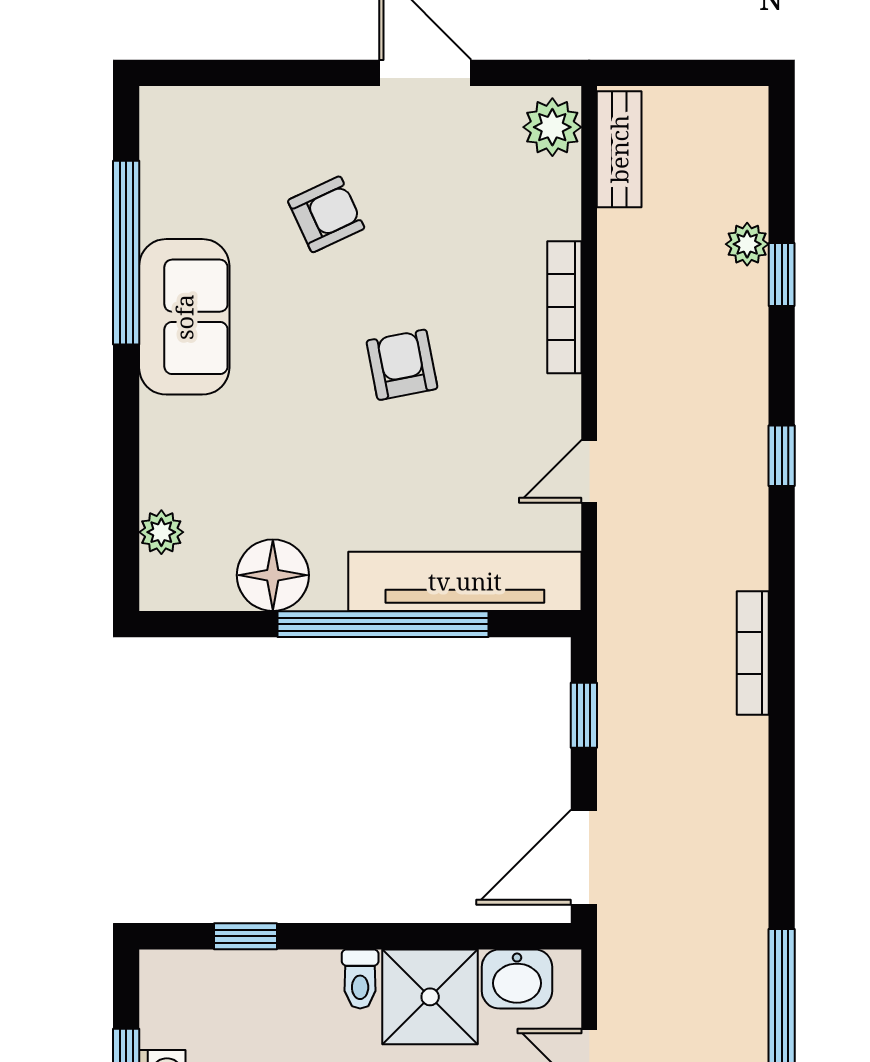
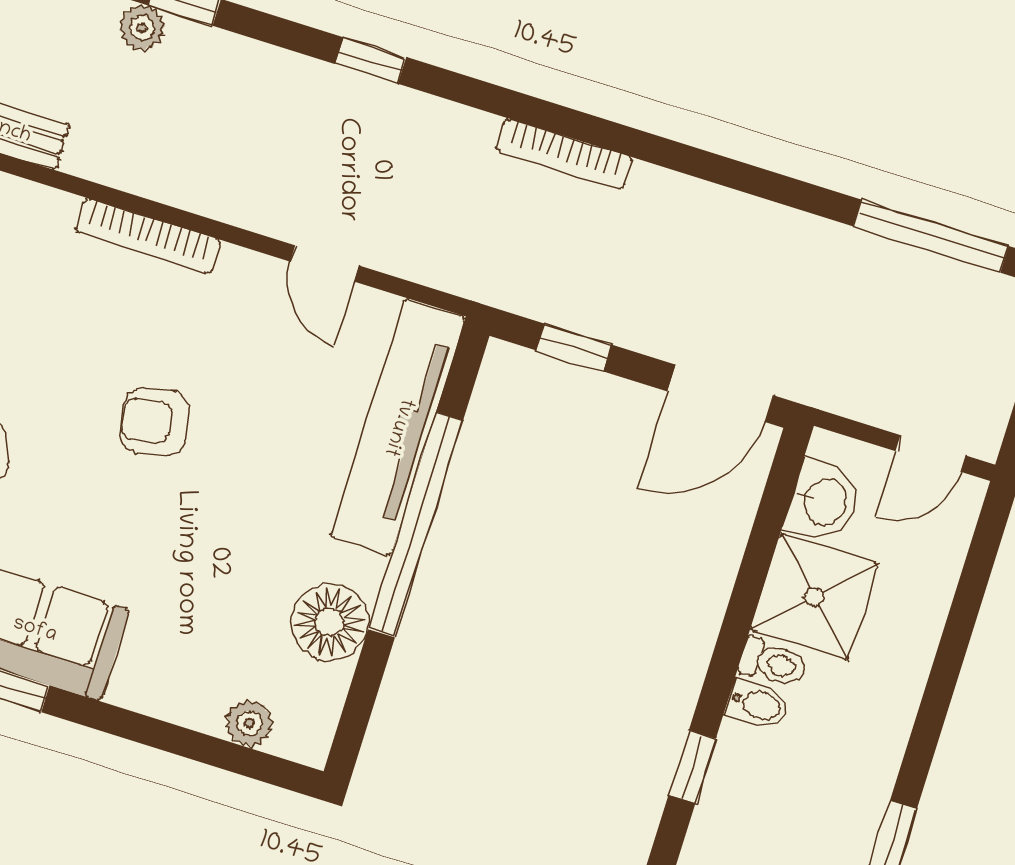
door: (584, 857) -> (720, 393), hinge flipped
bidet: (319, 977) -> (758, 704), added

